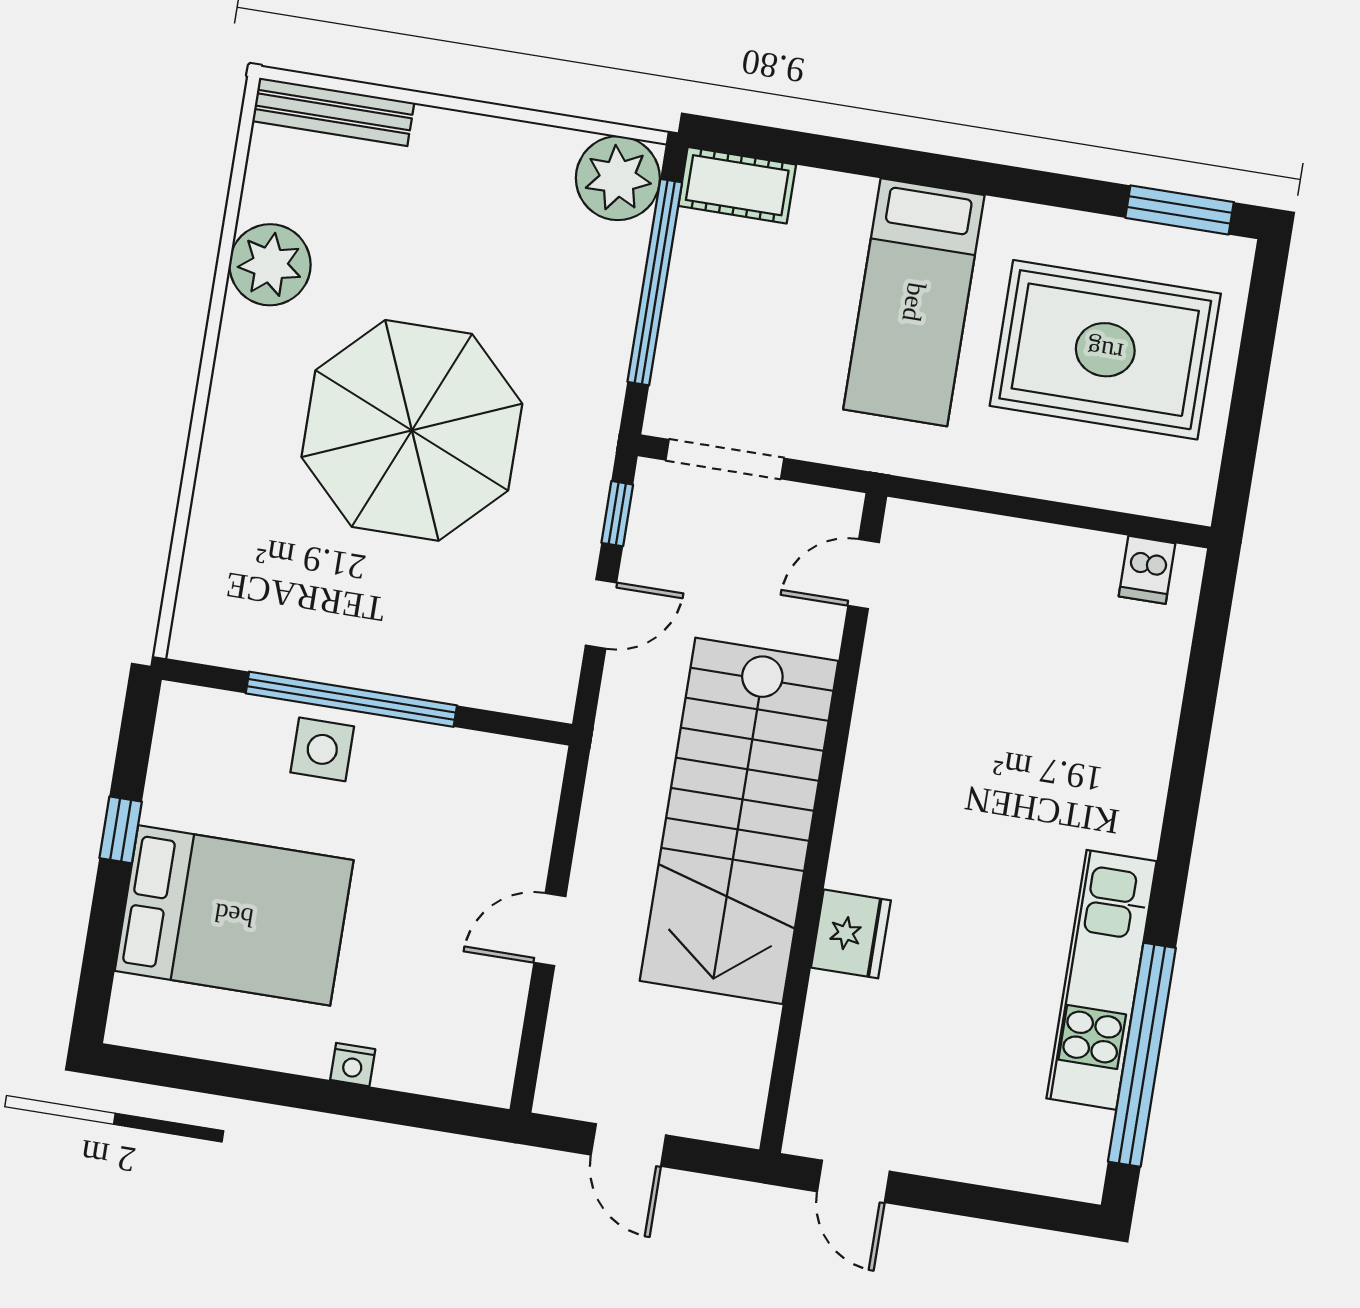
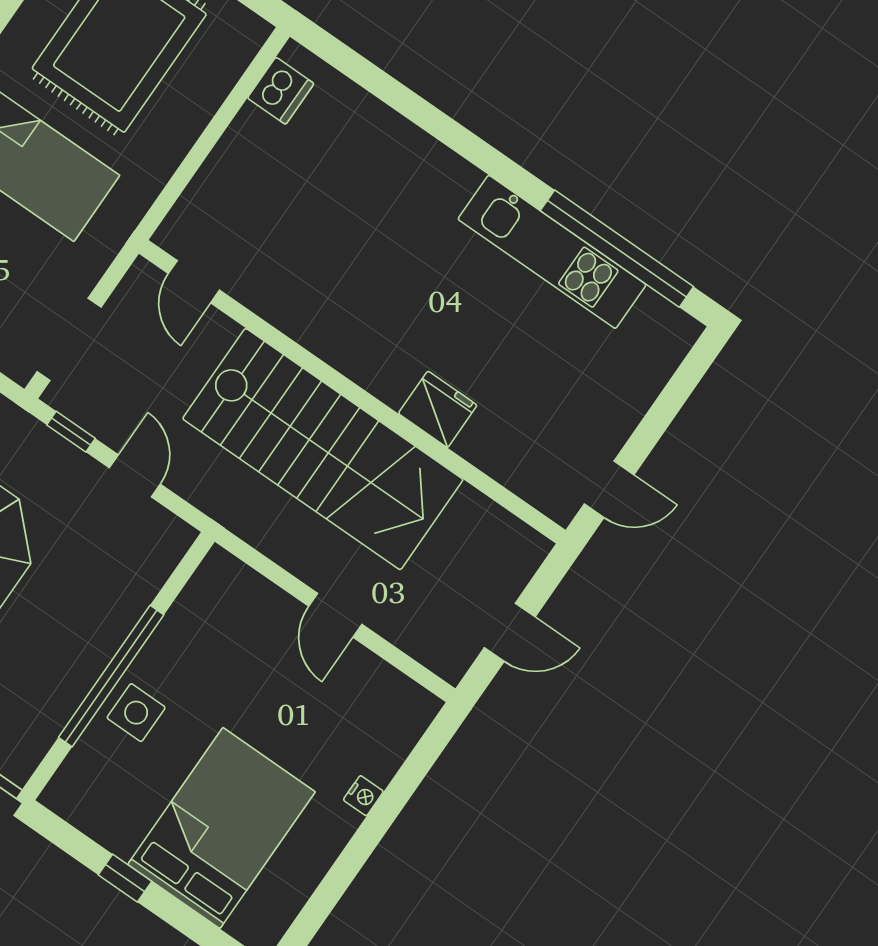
dishwasher: (1147, 570) -> (281, 91), width x1.38

